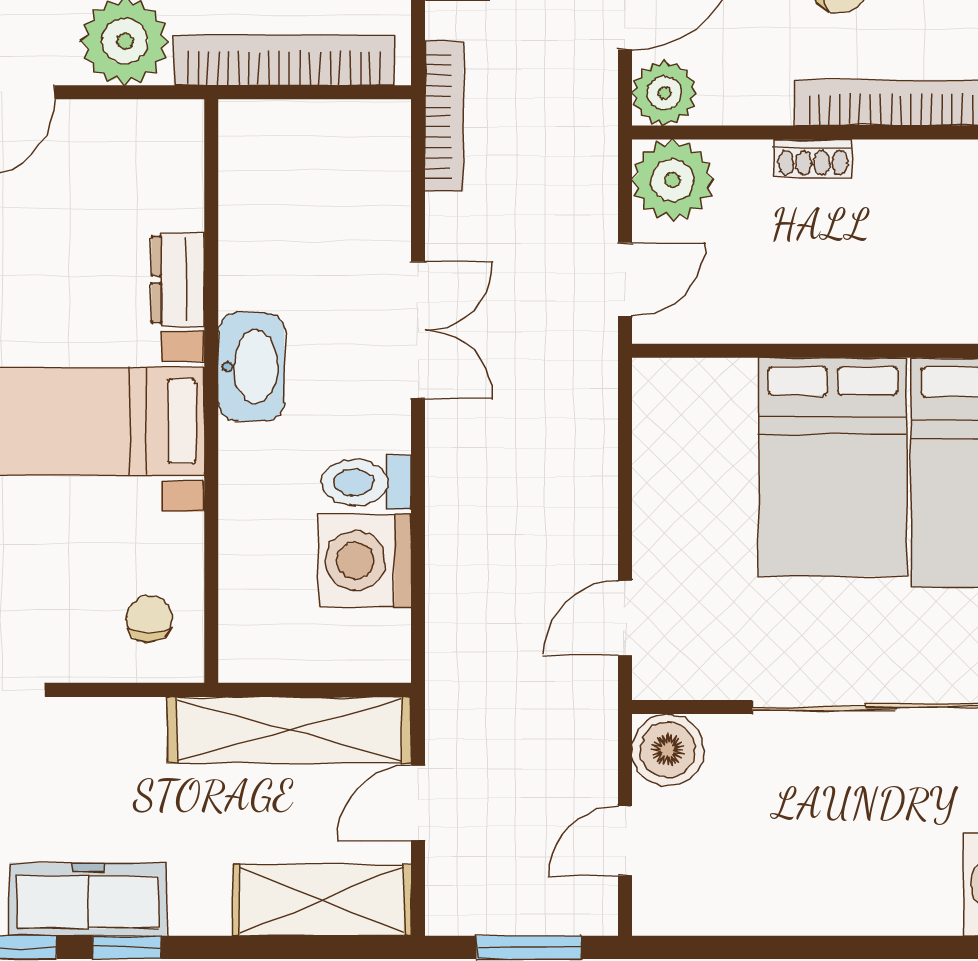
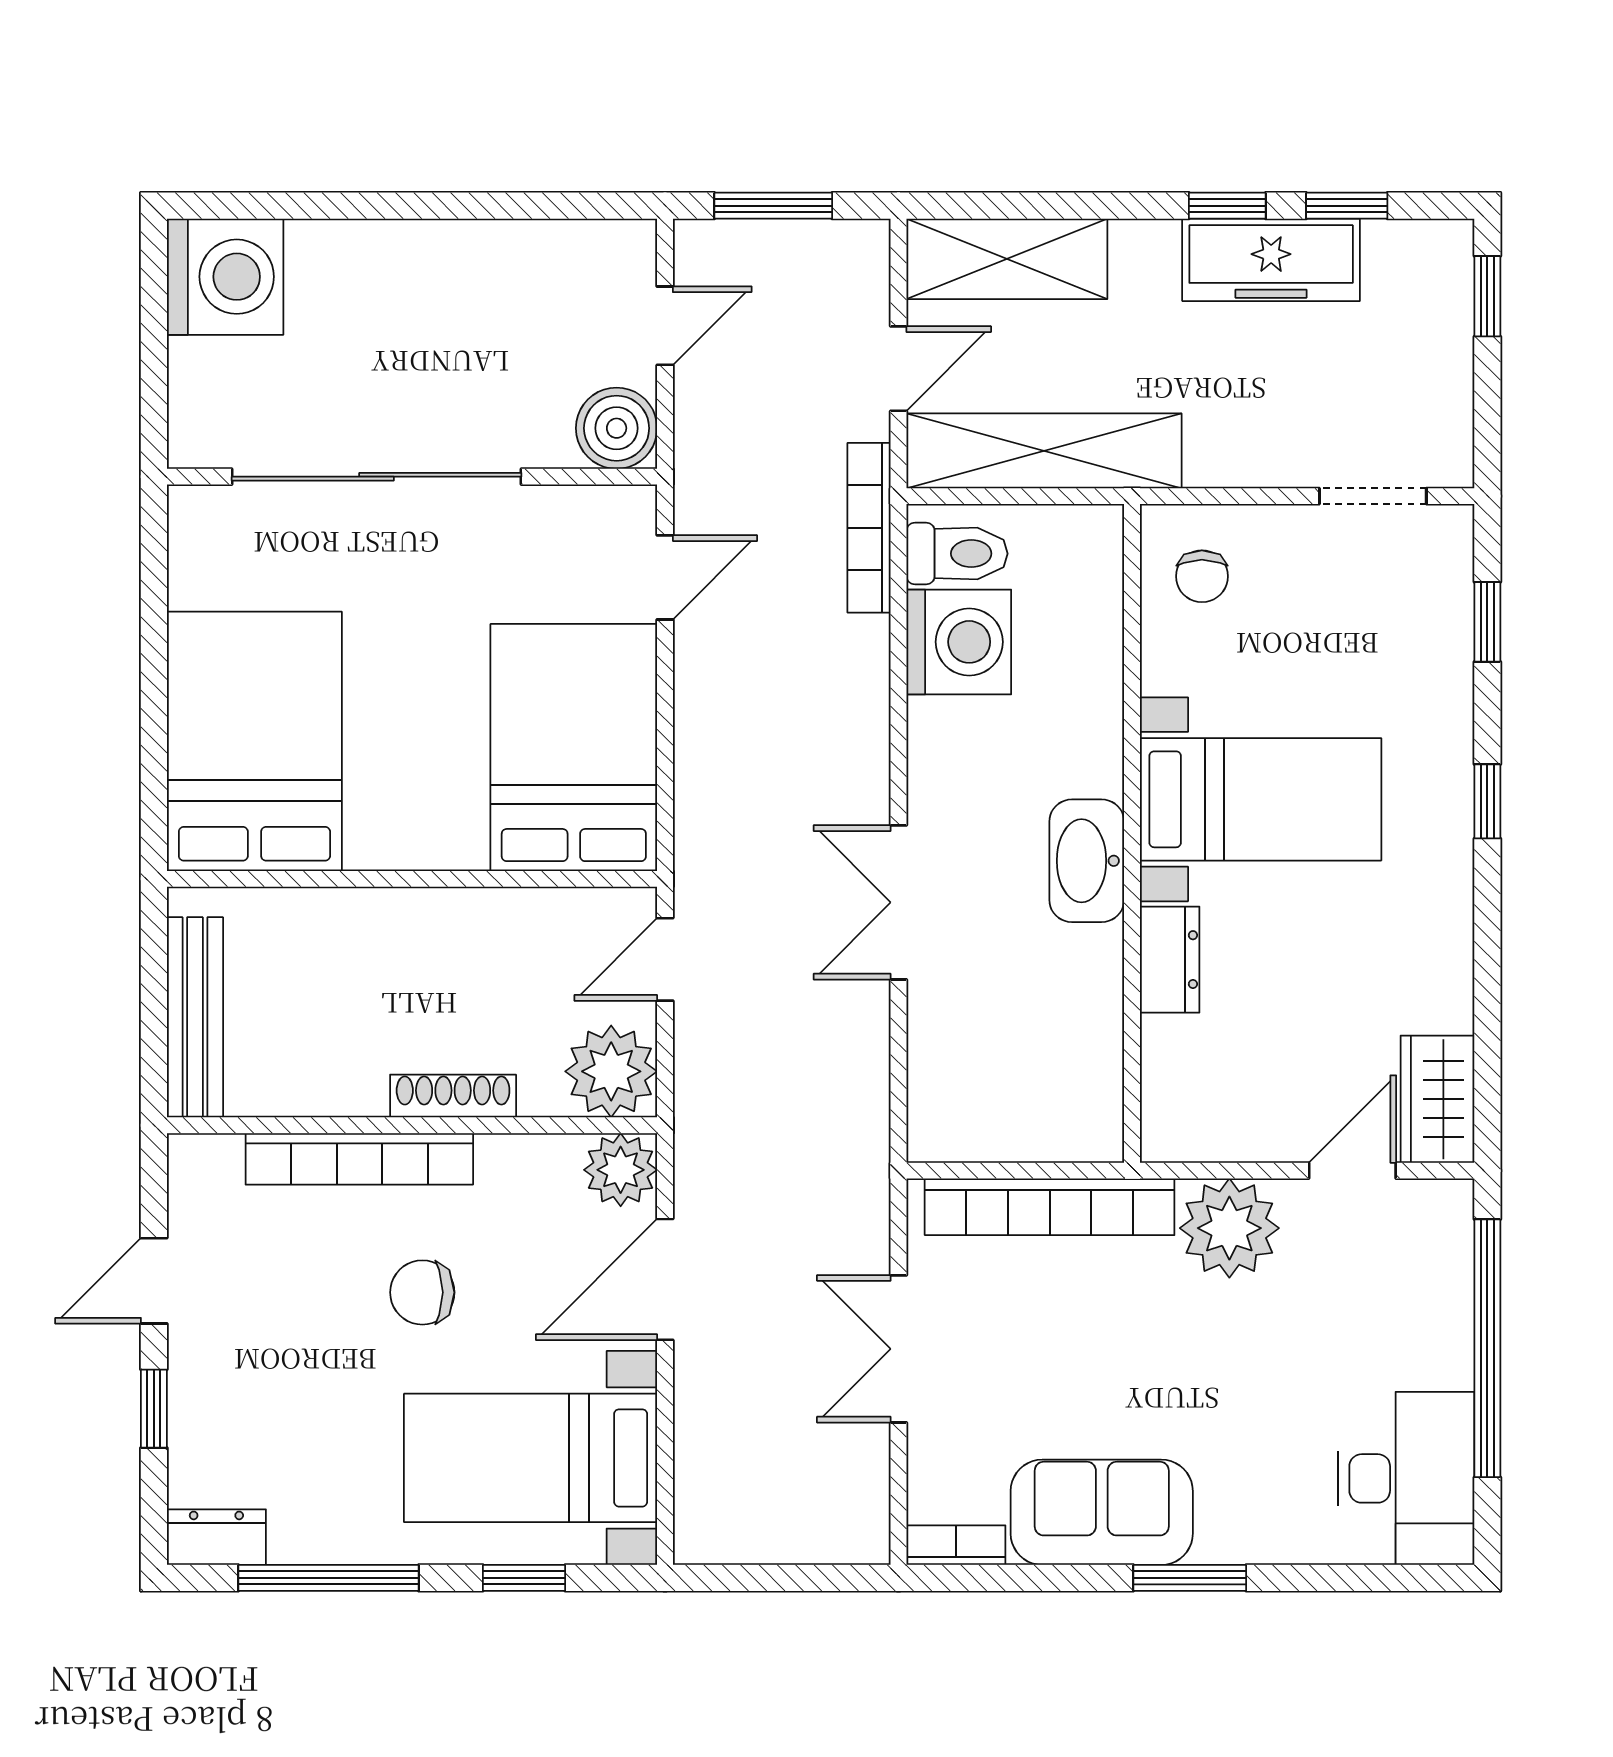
bookcase: (444, 116) -> (869, 528), moved
shoe rack: (813, 158) -> (453, 1096), width x1.43
bed: (833, 467) -> (574, 747), moved
toilet: (366, 482) -> (957, 554), moved

